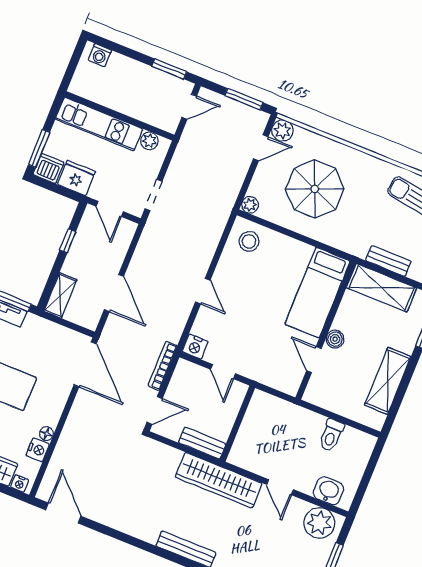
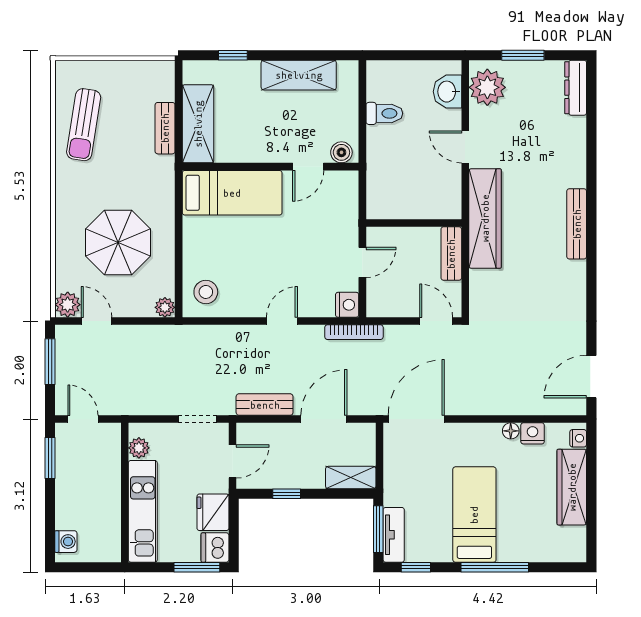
bench: (144, 252) -> (265, 405), added
boiler: (335, 339) -> (341, 152), moved
bookcase: (163, 366) -> (354, 332), moved
door: (280, 487) -> (465, 147), swing flipped

